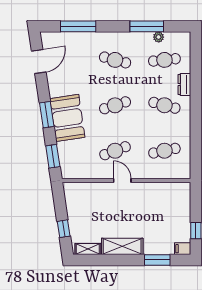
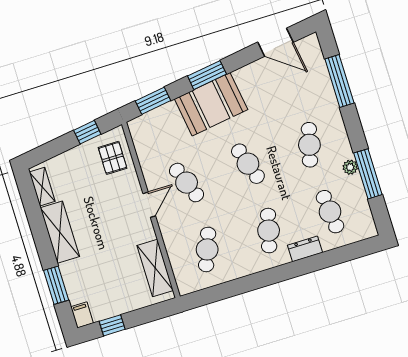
plant: (159, 37) -> (350, 167), moved
cafe table: (164, 151) -> (207, 249), turned 33
shelving: (166, 190) -> (155, 268), added
pallet: (83, 195) -> (113, 158), added
window: (64, 229) -> (87, 132), moved

